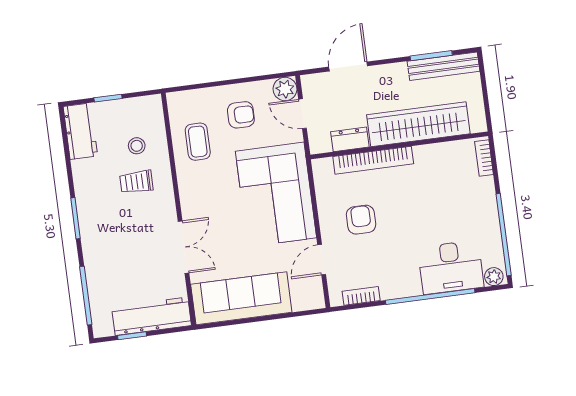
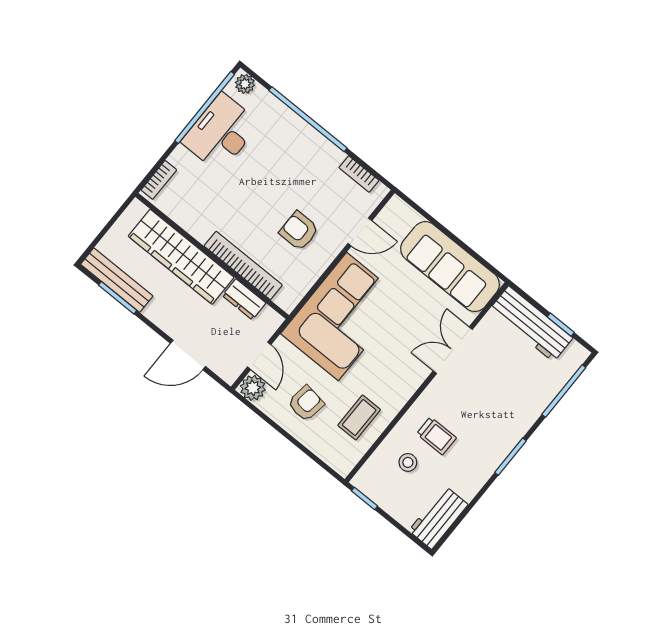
window: (108, 98) -> (365, 498), moved
armchair: (241, 115) -> (306, 403), turned 98
armchair: (361, 220) -> (299, 231), turned 90
desk: (451, 267) -> (221, 133), moved, turned -90

